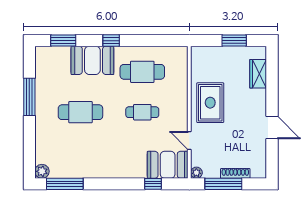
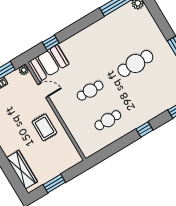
booth: (92, 60) -> (149, 107), removed
cafe table: (142, 72) -> (108, 120), width x0.73, depth x0.74
wardrobe: (258, 74) -> (22, 170), width x1.50
rug: (210, 103) -> (44, 127), width x0.73, depth x0.70

